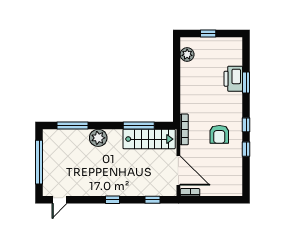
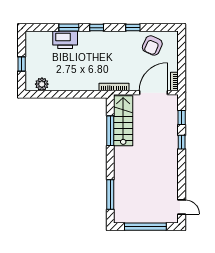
window: (246, 125) -> (97, 28), moved
armchair: (219, 134) -> (152, 45), moved, turned 114
plant: (98, 138) -> (122, 170), removed
window: (112, 200) -> (182, 142), moved

